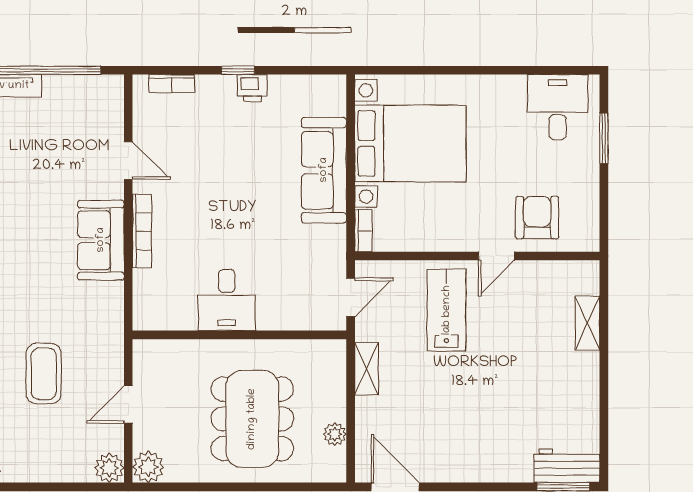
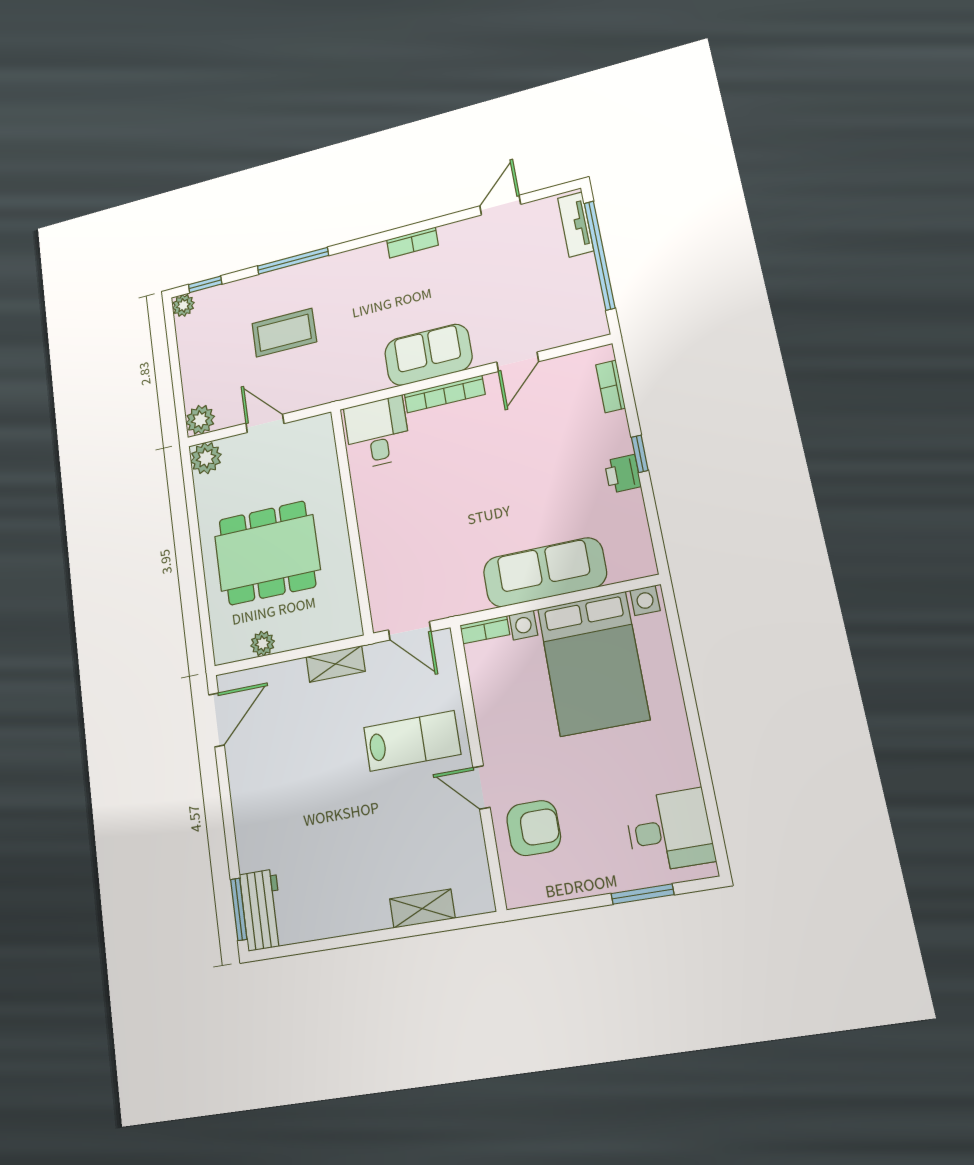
desk: (227, 300) -> (377, 433), moved, turned 90

